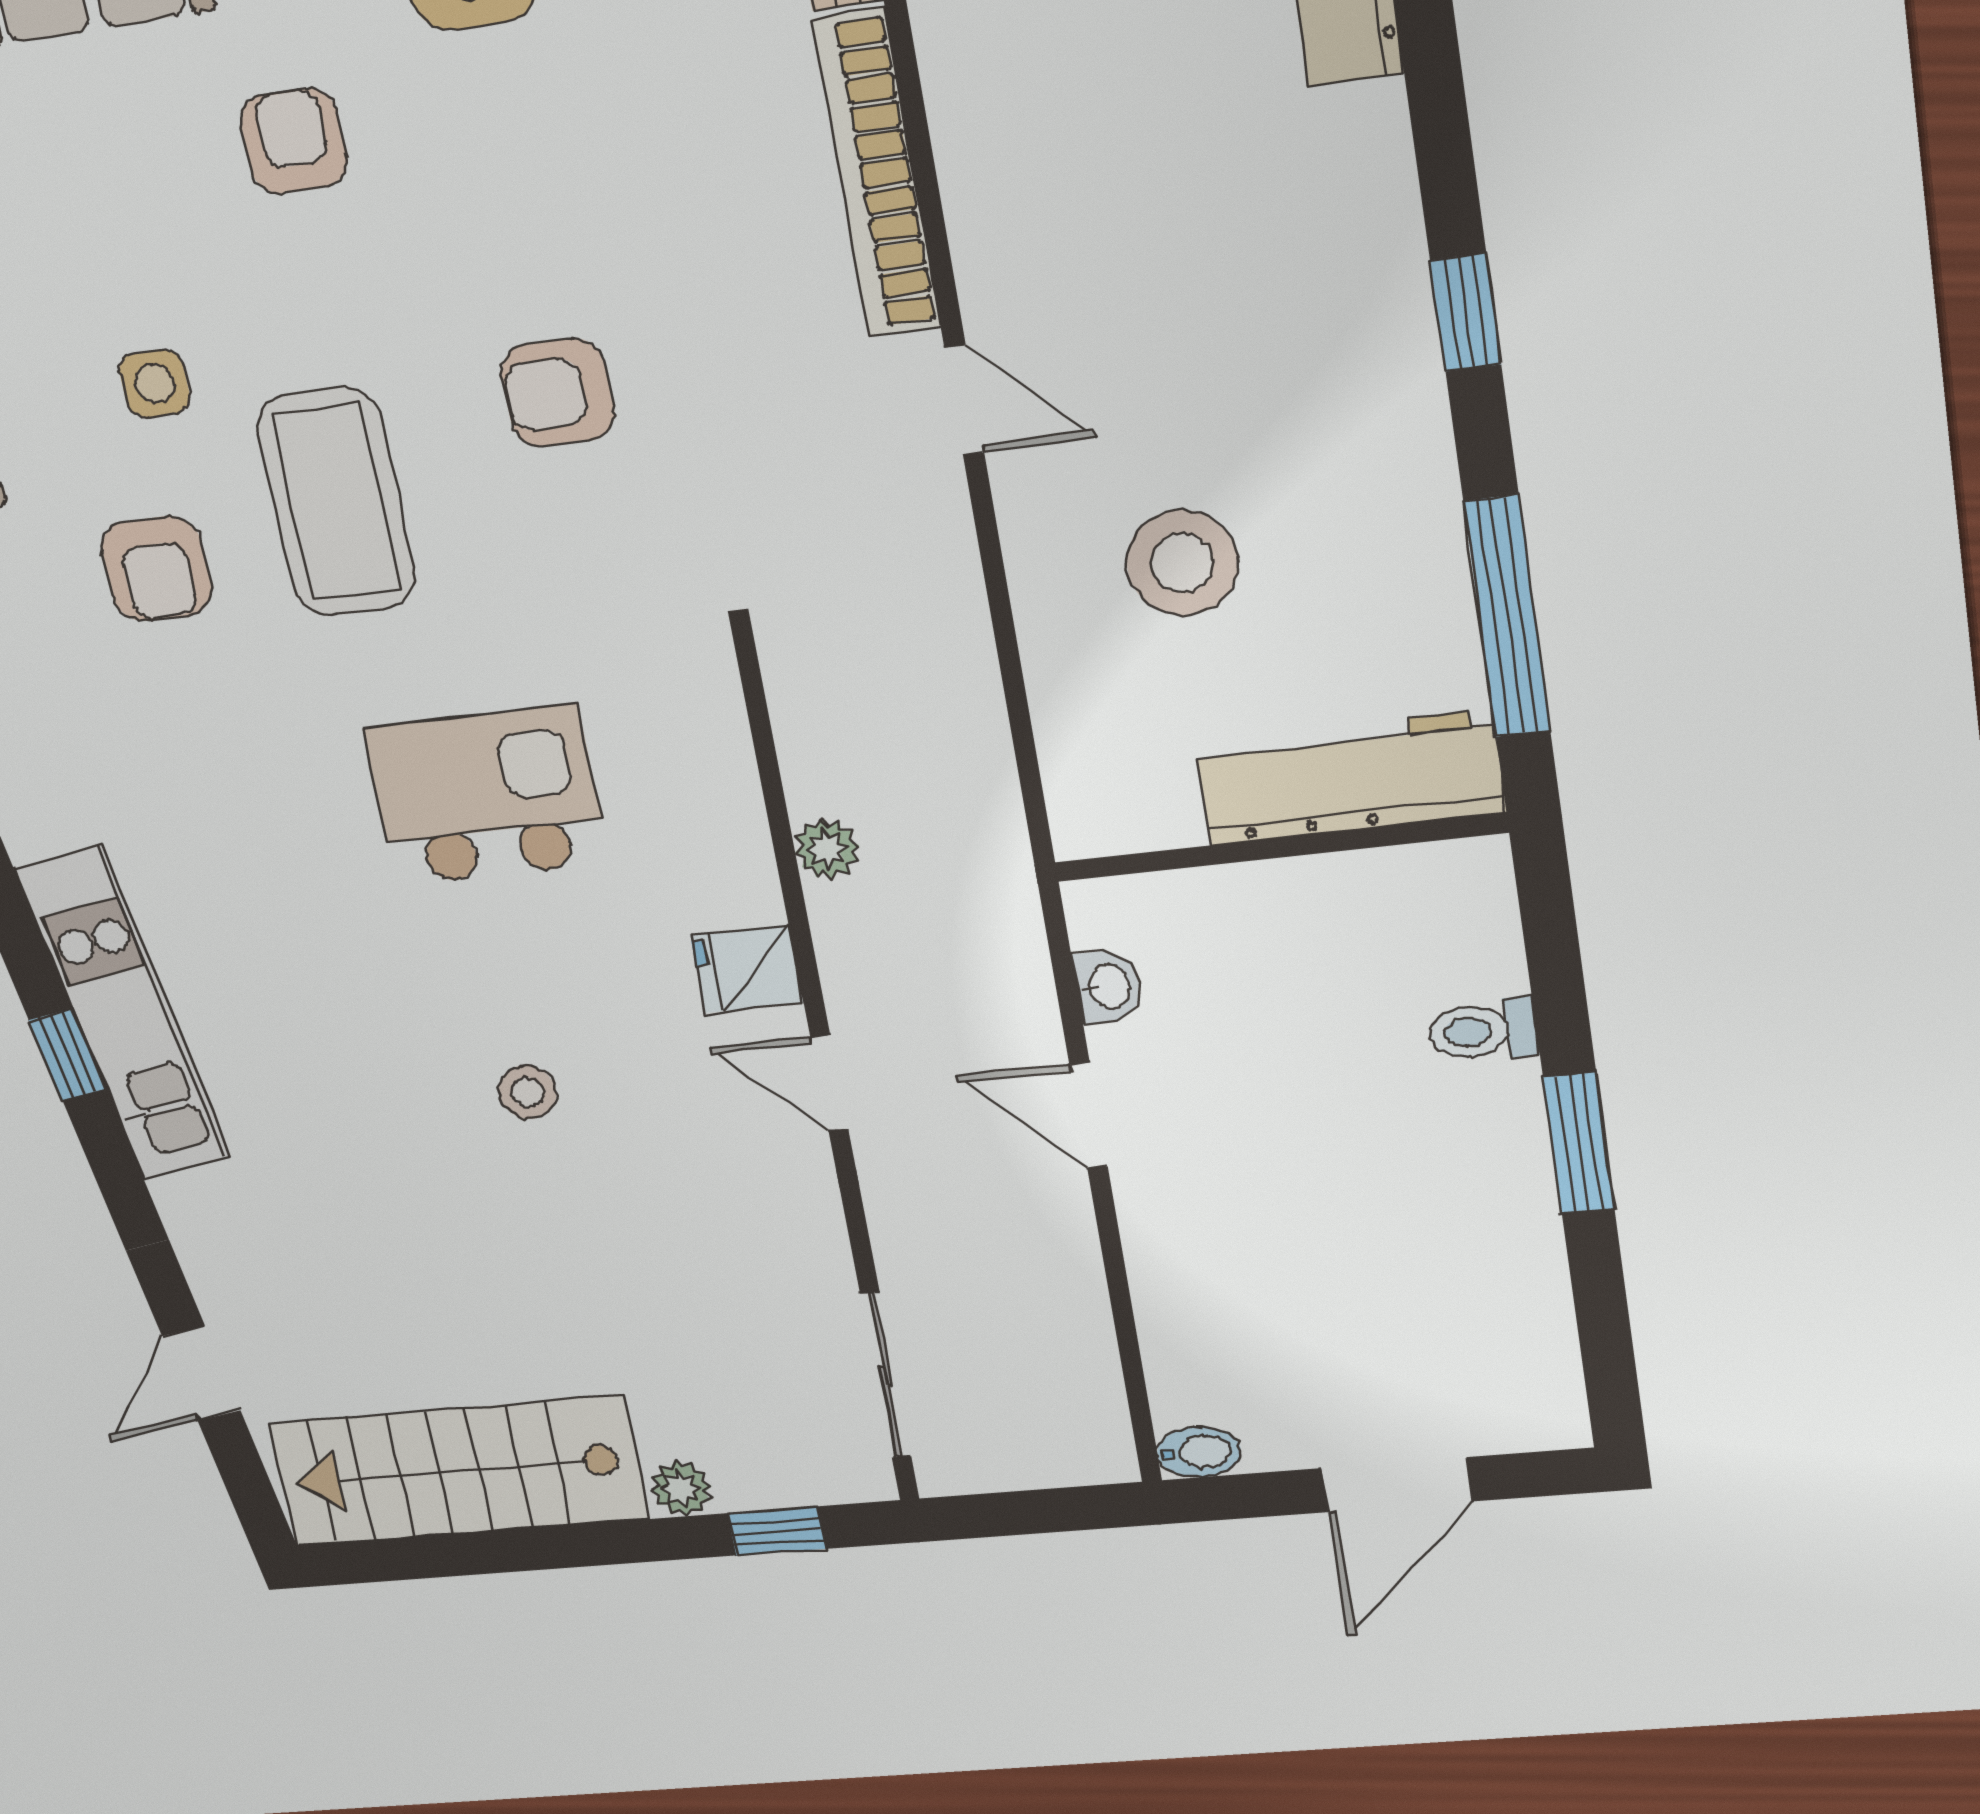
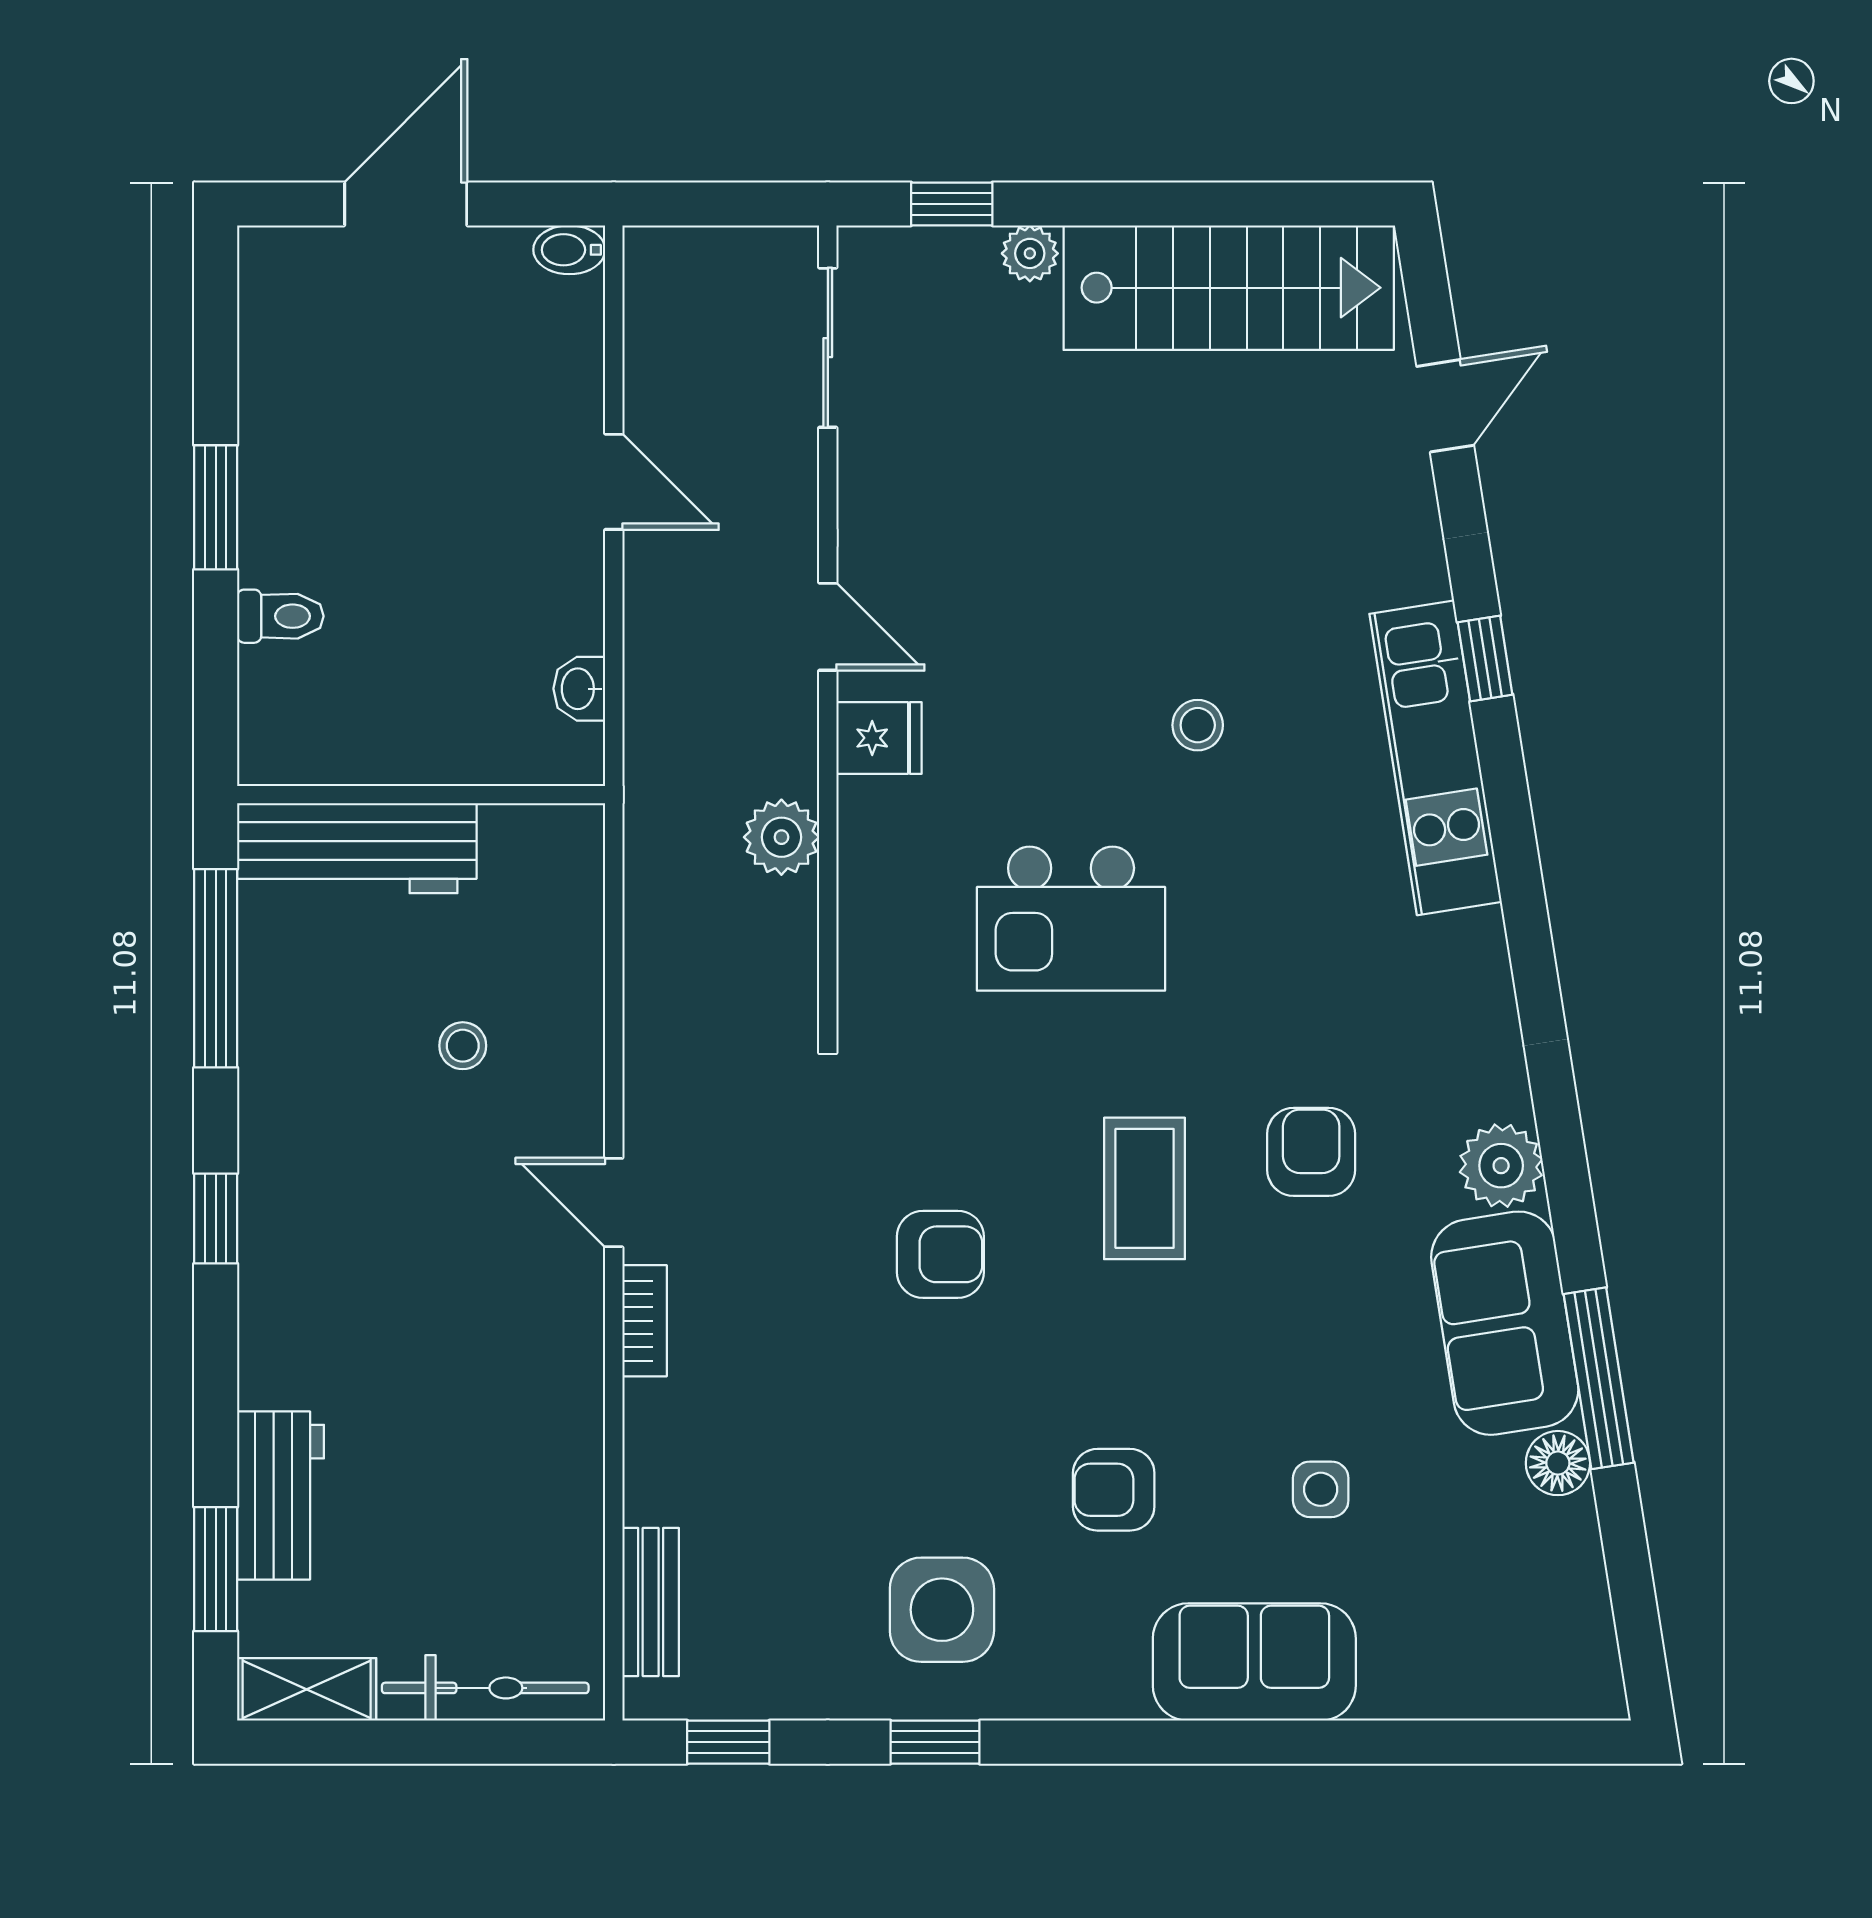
armchair: (294, 141) -> (1114, 1490), turned 90
bookcase: (877, 174) -> (645, 1321), width x0.43, depth x0.76
side table: (155, 383) -> (1321, 1489), moved
coffee table: (336, 502) -> (1145, 1188), width x0.73, depth x0.76
stool: (1182, 563) -> (463, 1046), width x0.53, depth x0.53
plant: (827, 849) -> (781, 837), width x1.38, depth x1.38
window: (67, 1055) -> (1485, 658), moved
stool: (527, 1092) -> (1198, 725), moved
door: (1089, 1116) -> (614, 482), moved

